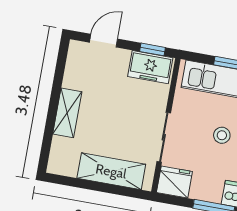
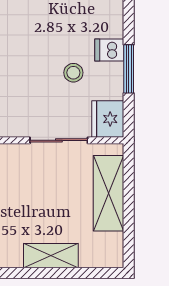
stool: (222, 135) -> (73, 73), moved

